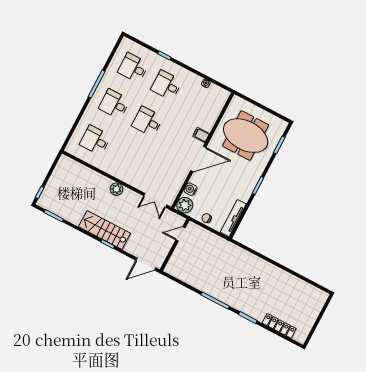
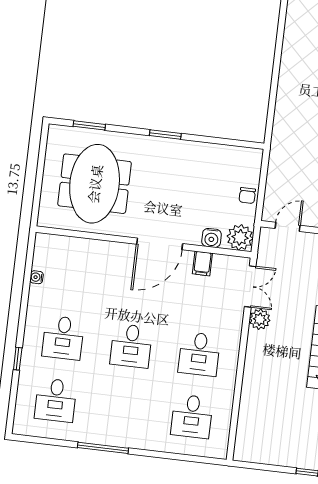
desk: (114, 104) -> (199, 354), moved
filing cabinet: (201, 135) -> (202, 263), moved
door: (198, 159) -> (160, 244), swing flipped
plant: (116, 189) -> (260, 319), moved
tv unit: (233, 218) -> (231, 154), removed
door: (180, 234) -> (288, 227), swing flipped

